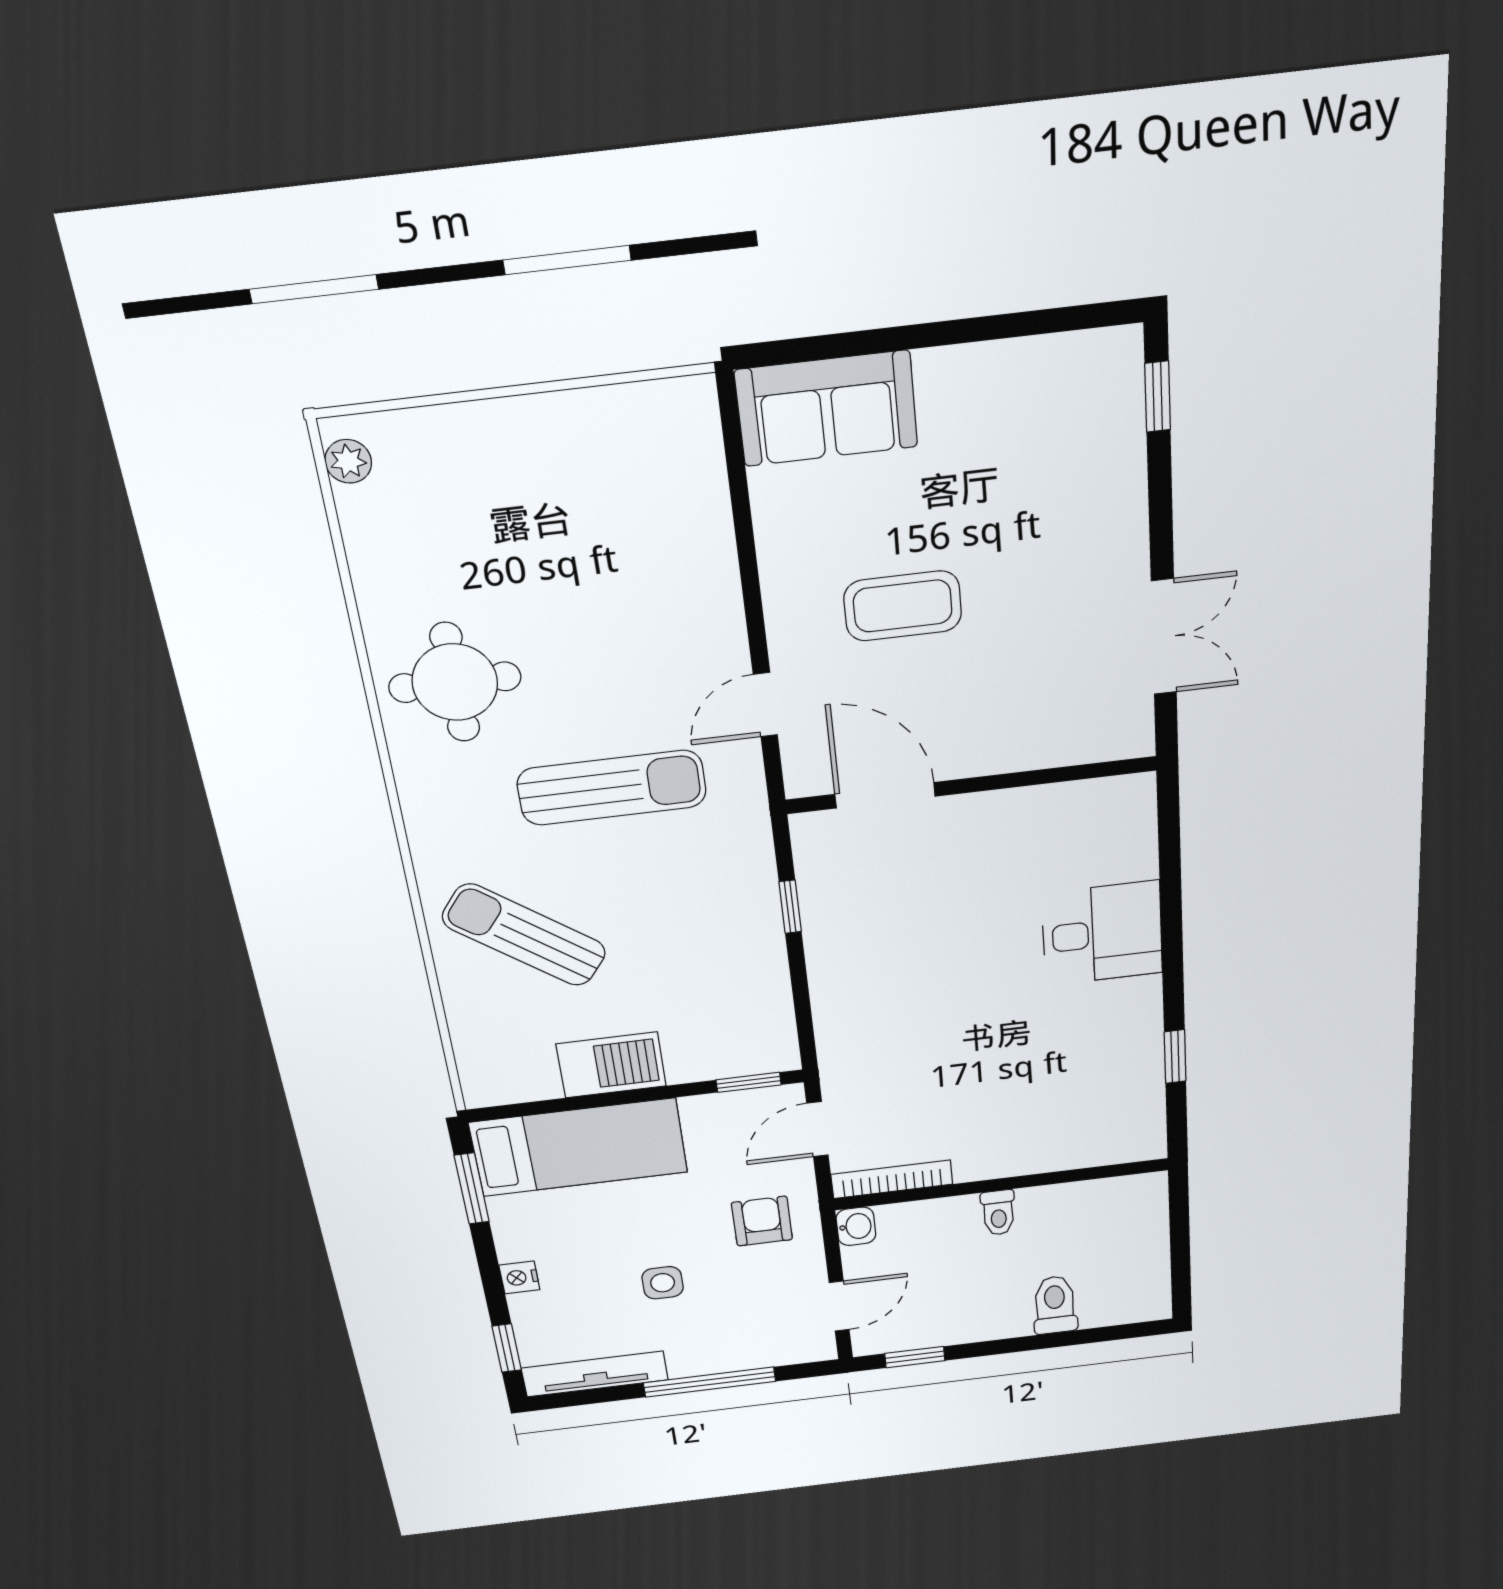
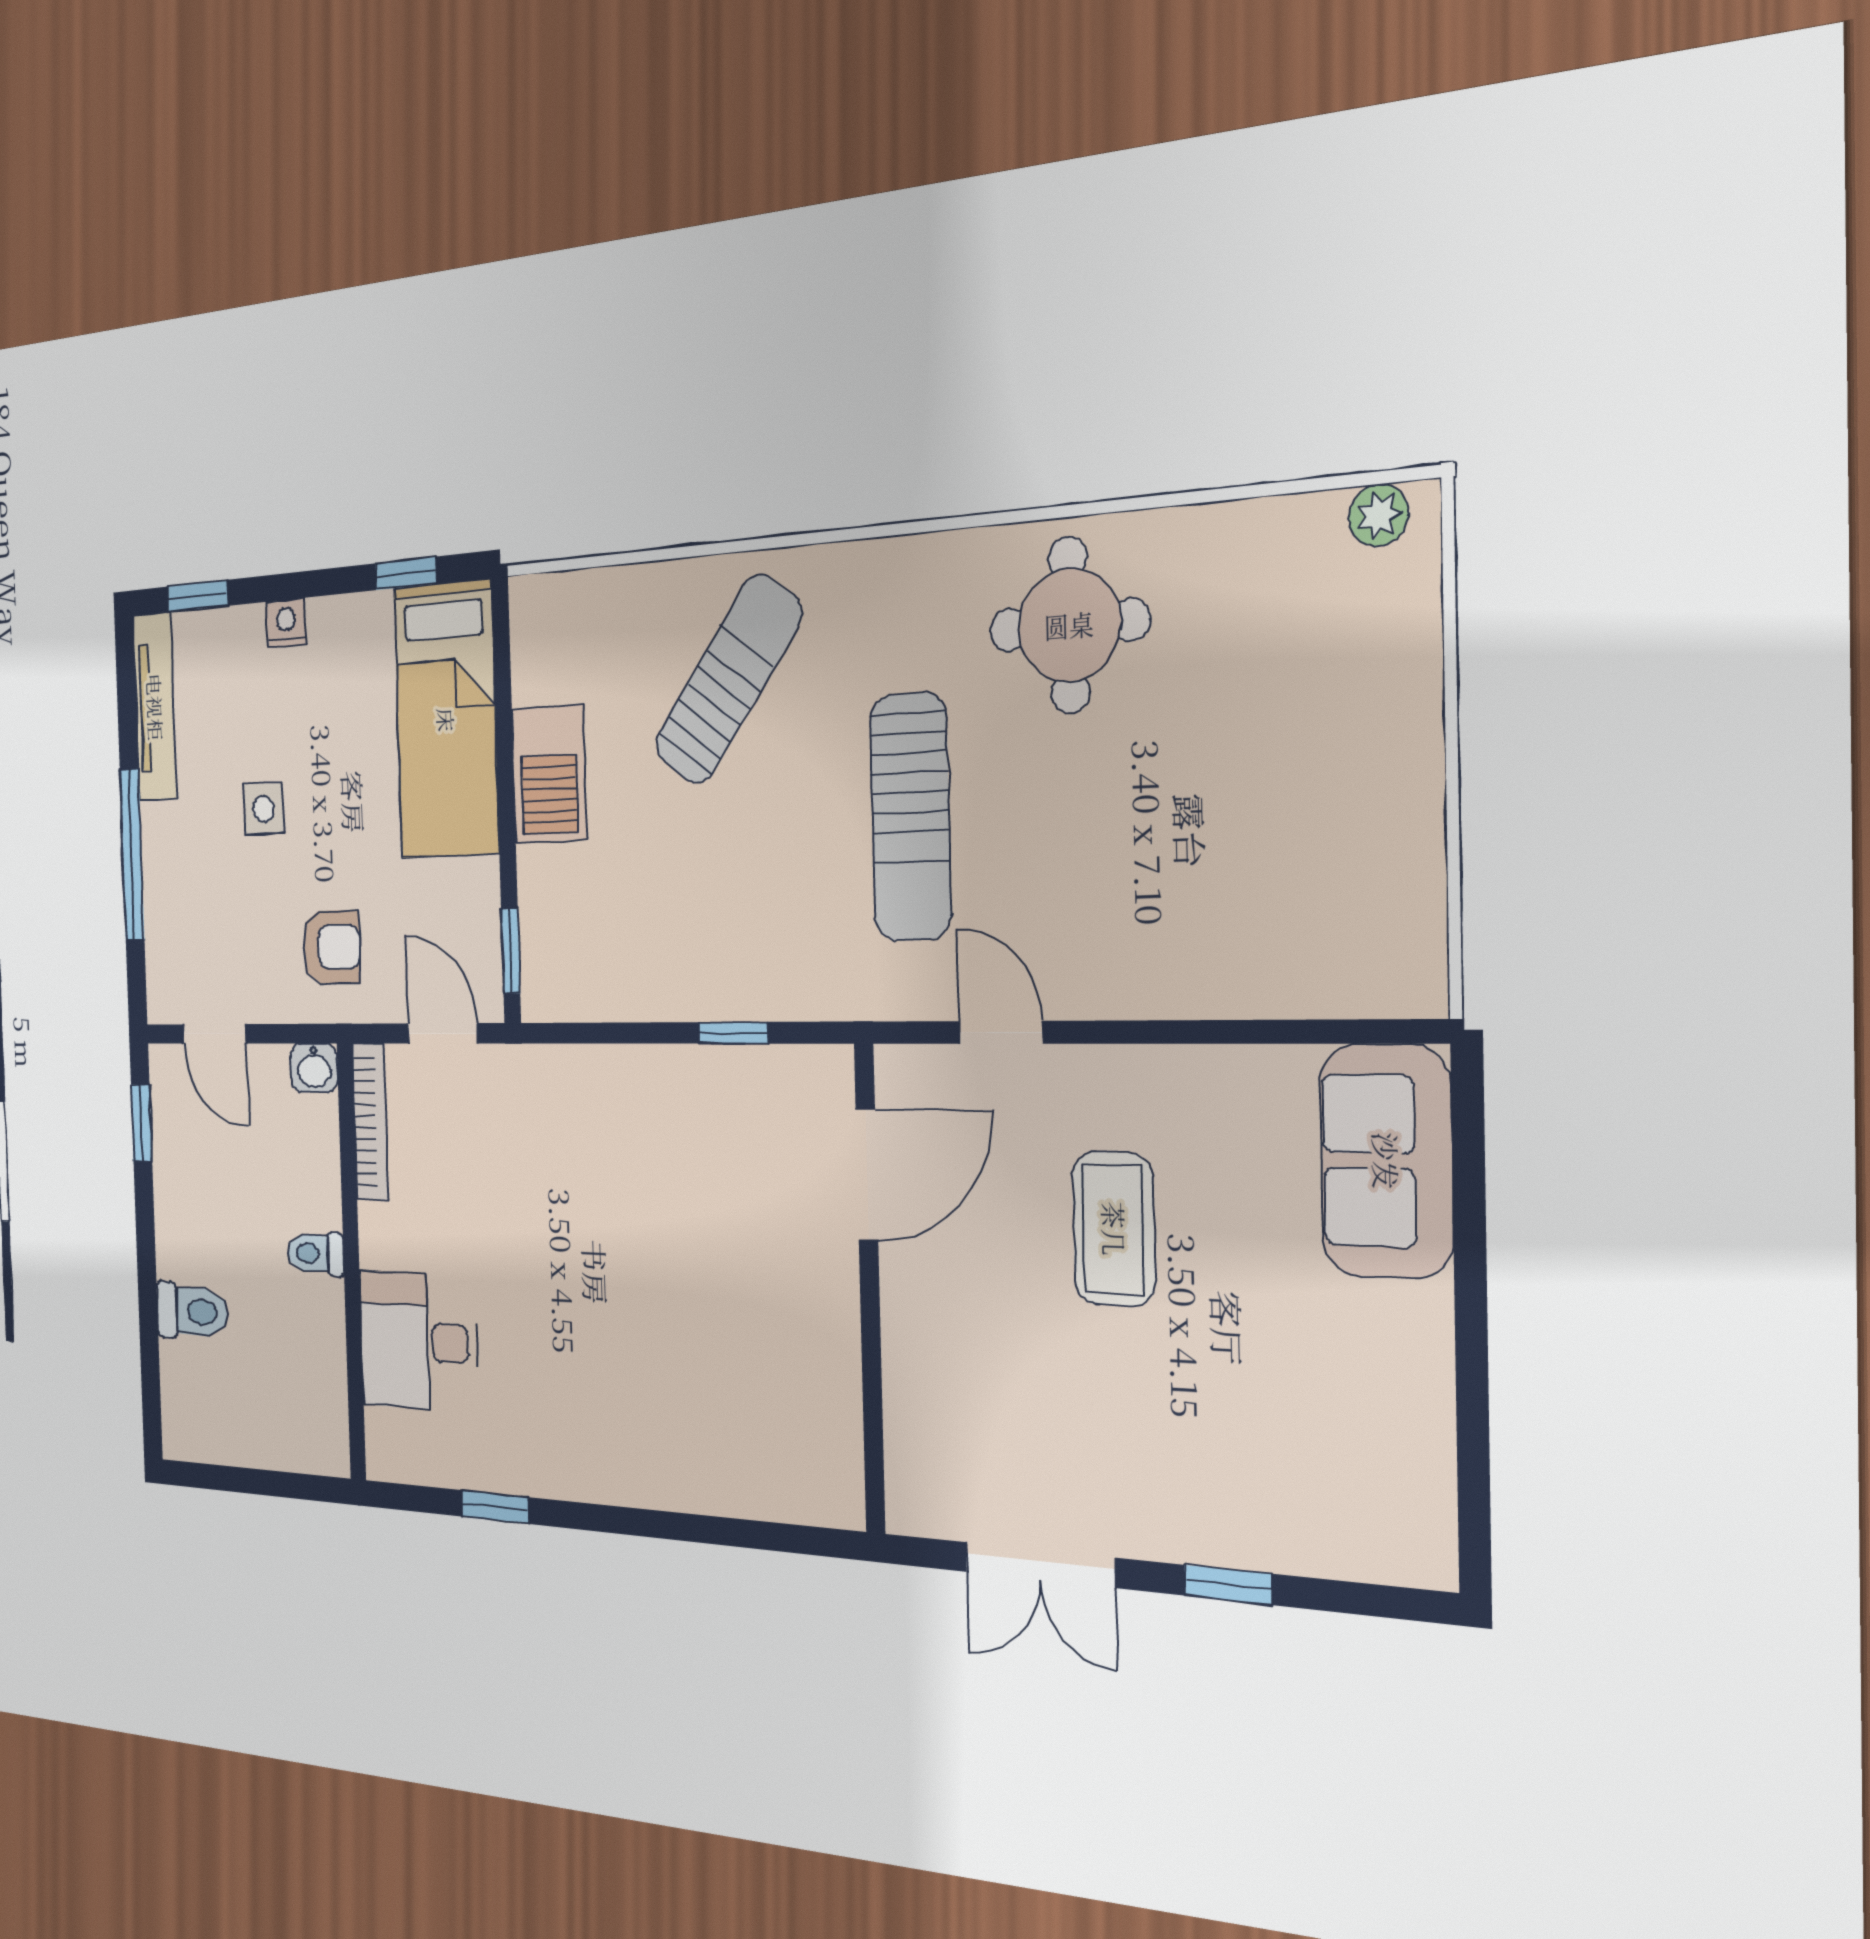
window: (1158, 397) -> (1228, 1585), moved
desk: (1102, 933) -> (419, 1341), moved, turned 90
window: (472, 1189) -> (406, 573), width x0.67

